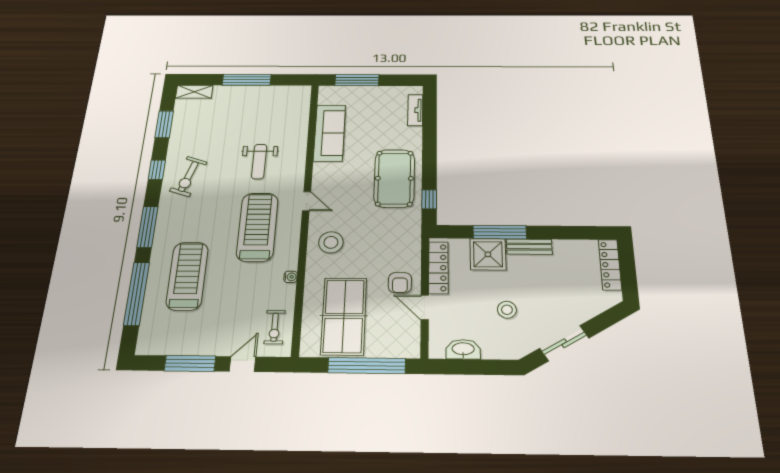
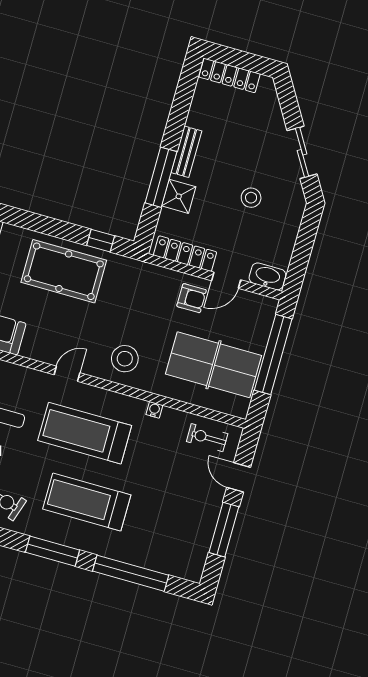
shower: (488, 254) -> (179, 196), width x0.73, depth x0.73
treadmill: (187, 276) -> (87, 502), moved
exercise bike: (275, 327) -> (207, 438), turned 180
washbasin: (463, 349) -> (267, 276), moved, turned 90

